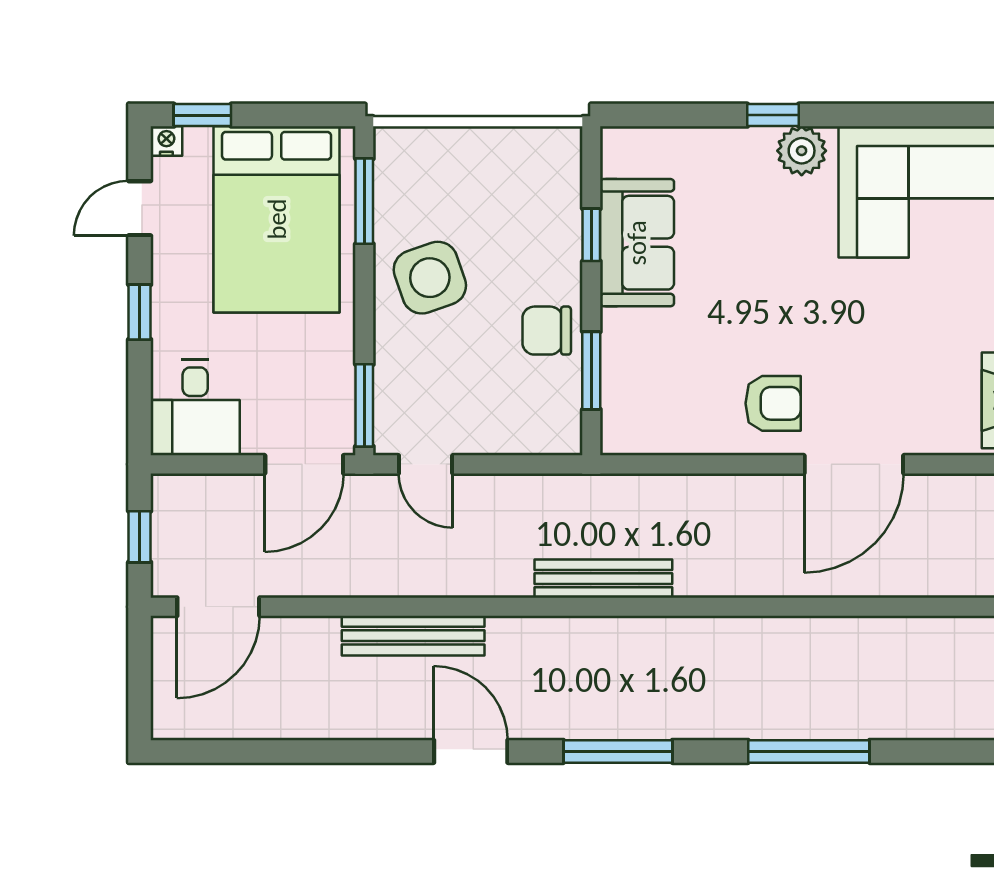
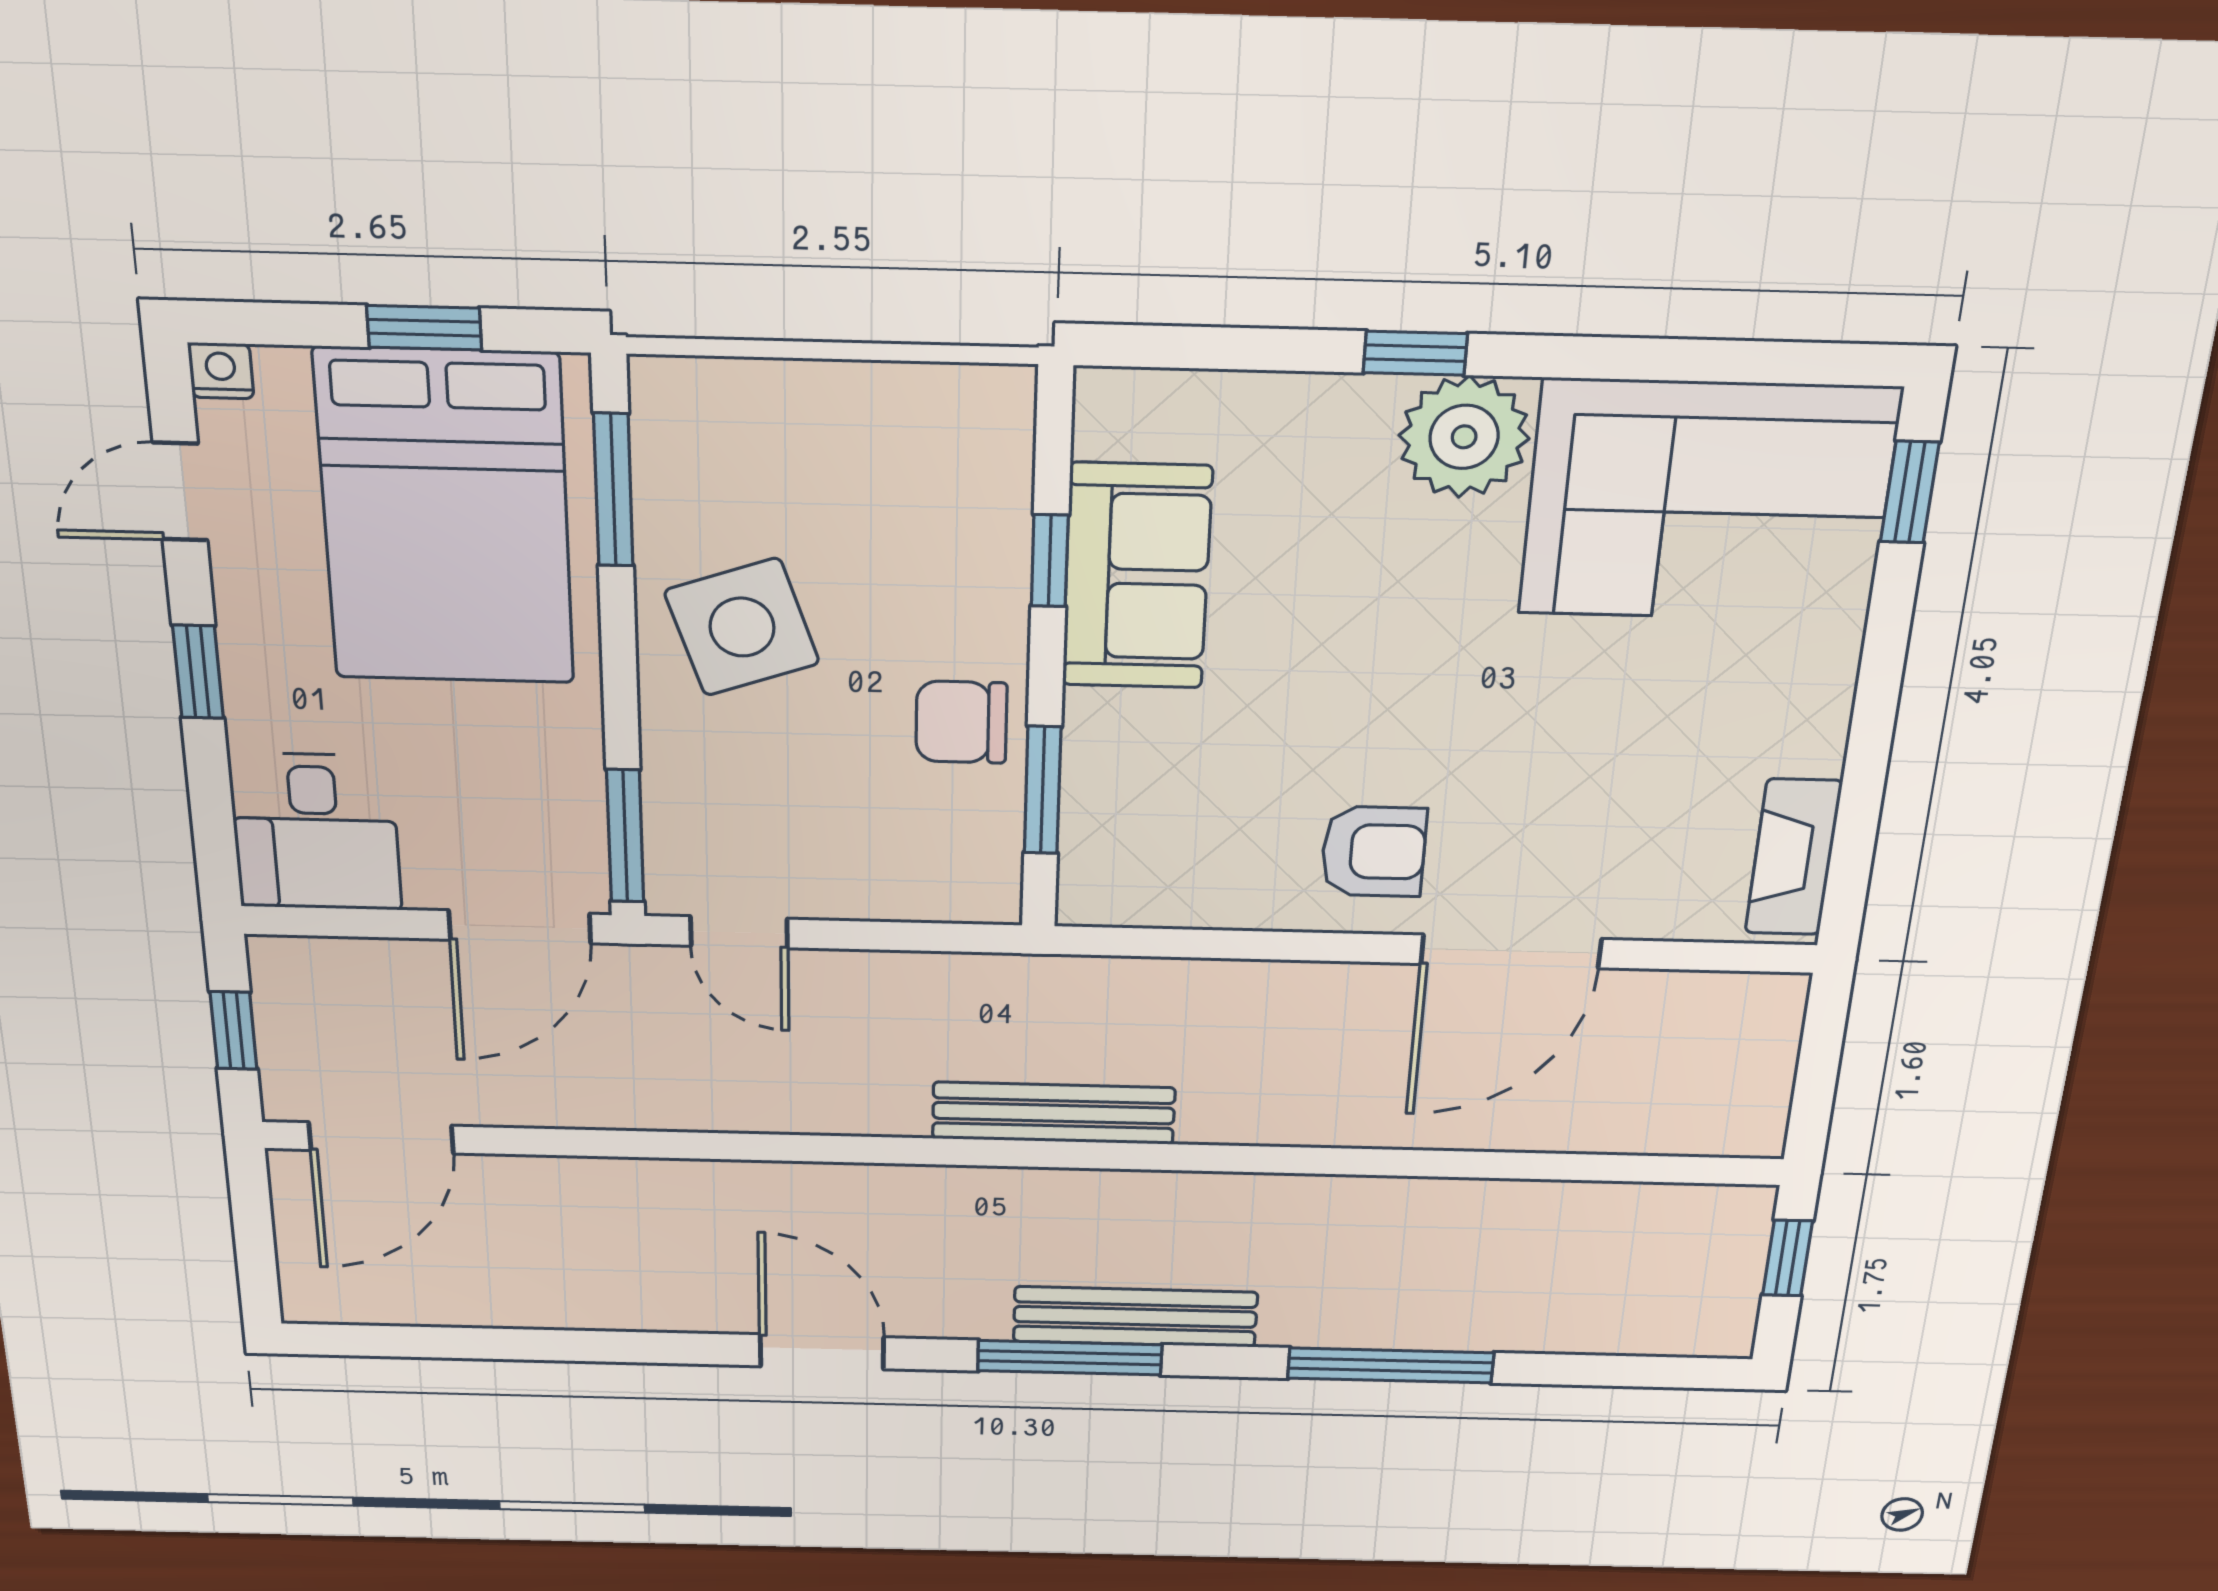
window: (202, 115) -> (424, 328), moved
plant: (802, 151) -> (1464, 437), width x1.36, depth x1.36
bench: (413, 636) -> (1135, 1317), moved

